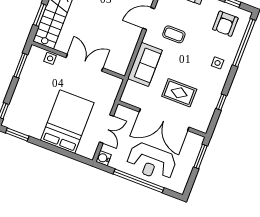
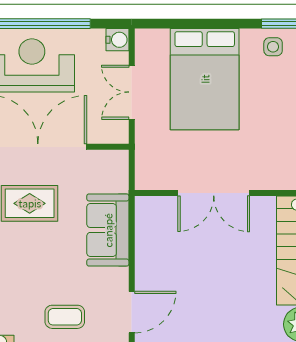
coffee table: (174, 34) -> (65, 317), moved
side table: (50, 58) -> (273, 47), moved

